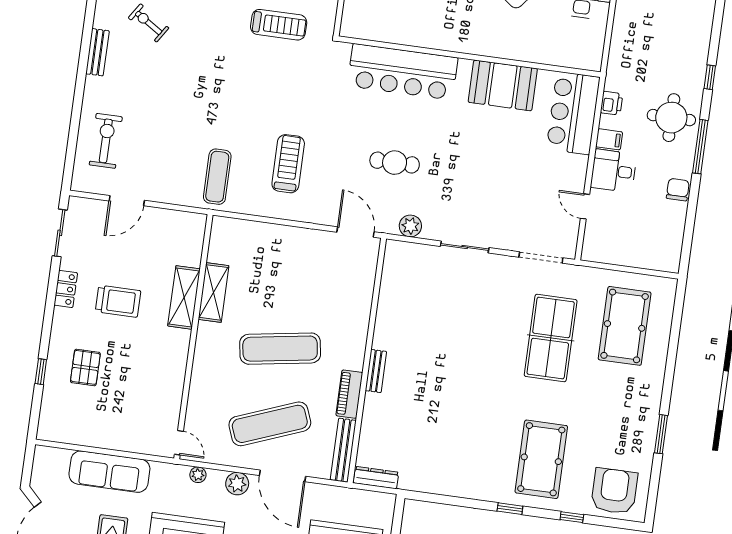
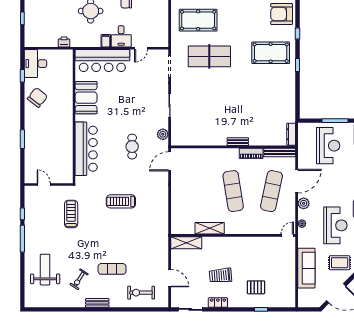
printer: (612, 103) -> (64, 42), moved
bar counter: (573, 113) -> (102, 61), width x1.36
treadmill: (288, 164) -> (121, 201), moved
exercise mat: (217, 177) -> (112, 269), moved
shelving: (184, 297) -> (186, 243), moved
trolley: (118, 301) -> (220, 275), turned -95
exercise mat: (270, 424) -> (271, 191), turned 33

